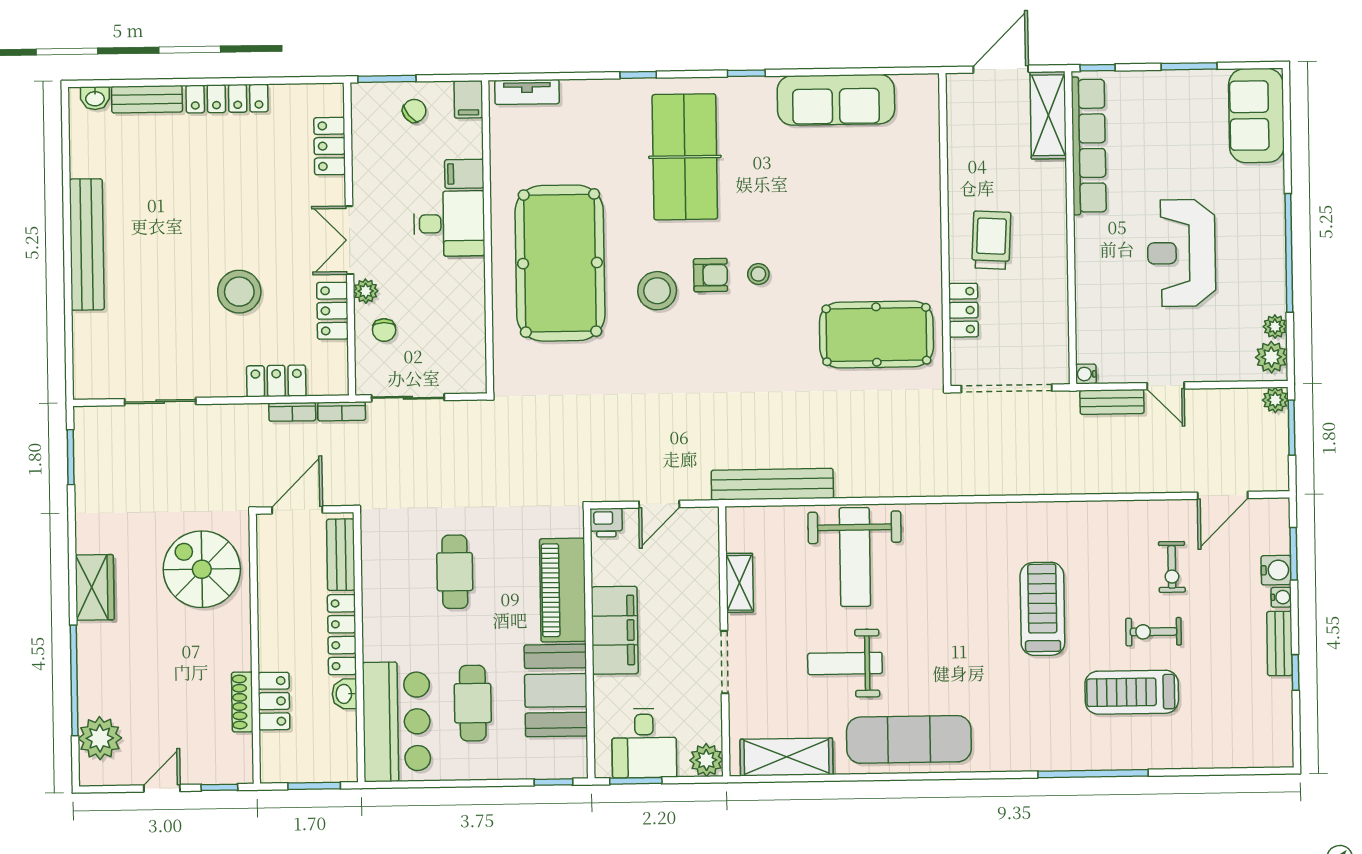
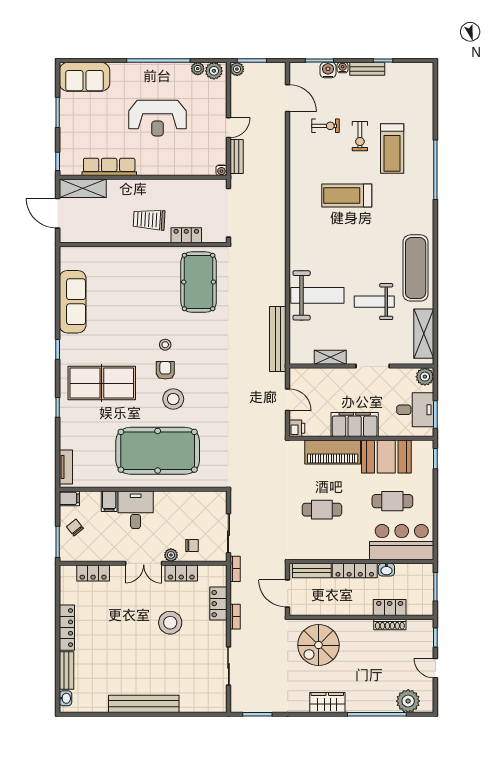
row of seats: (1089, 146) -> (109, 167), width x0.73
bookcase: (292, 412) -> (235, 617), moved
weight bench: (845, 663) -> (374, 302), turned 90

